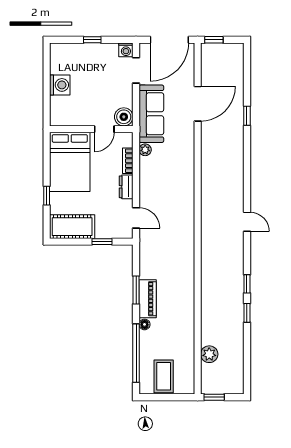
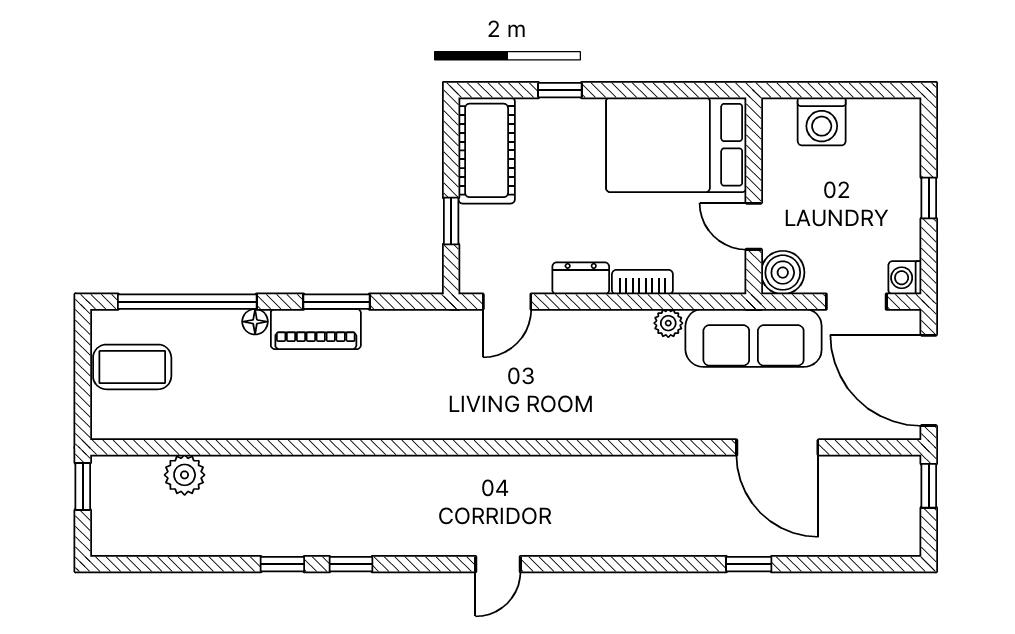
boiler: (124, 117) -> (783, 273), moved
wall: (91, 129) -> (754, 196), moved
door: (104, 129) -> (754, 226), moved
bed: (70, 162) -> (676, 145), moved

